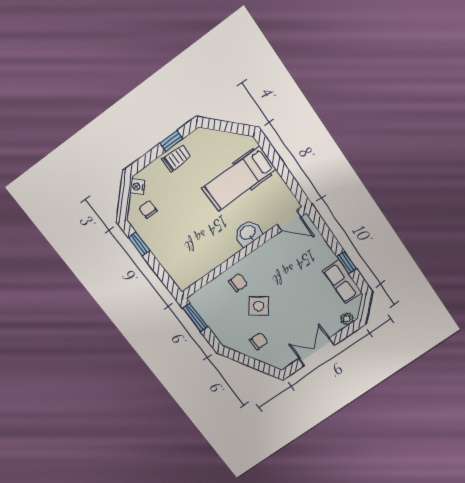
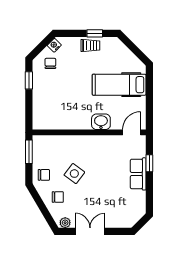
door: (289, 221) -> (132, 132), swing flipped
window: (347, 263) -> (149, 163), moved
row of seats: (342, 282) -> (138, 174), moved
chair: (238, 283) -> (44, 175), moved
plant: (347, 319) -> (65, 223), moved

